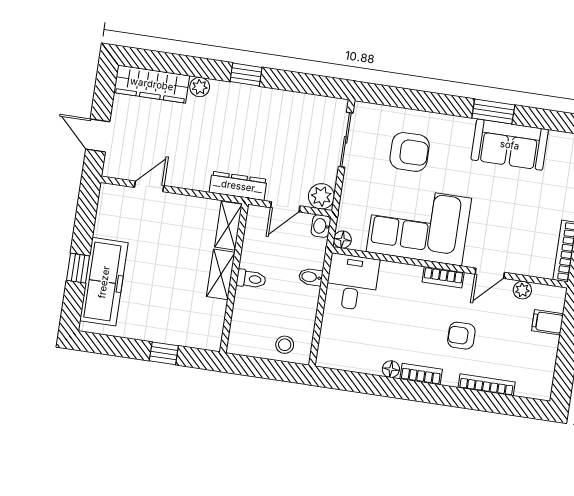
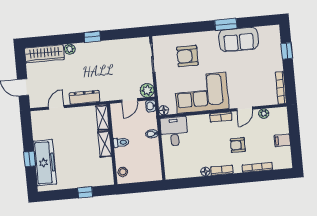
armchair: (410, 152) -> (187, 56), turned 180
dresser: (238, 186) -> (85, 97), moved
filing cabinet: (547, 322) -> (282, 140), moved
stool: (285, 345) -> (123, 172), moved

